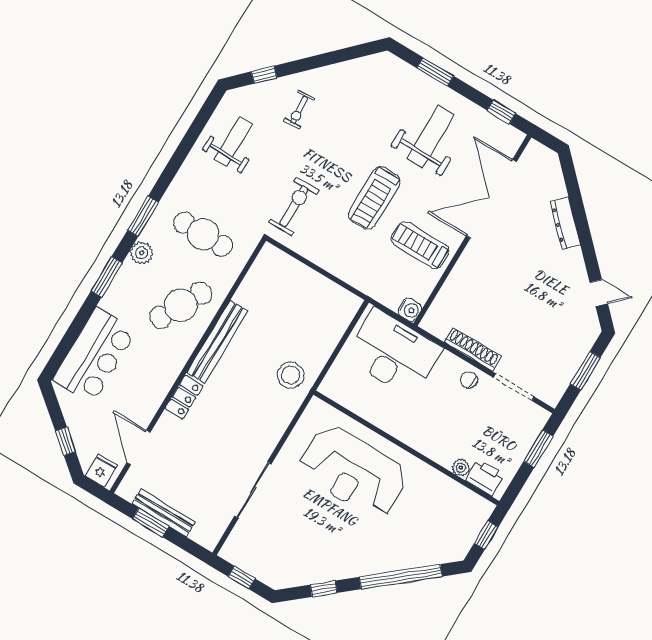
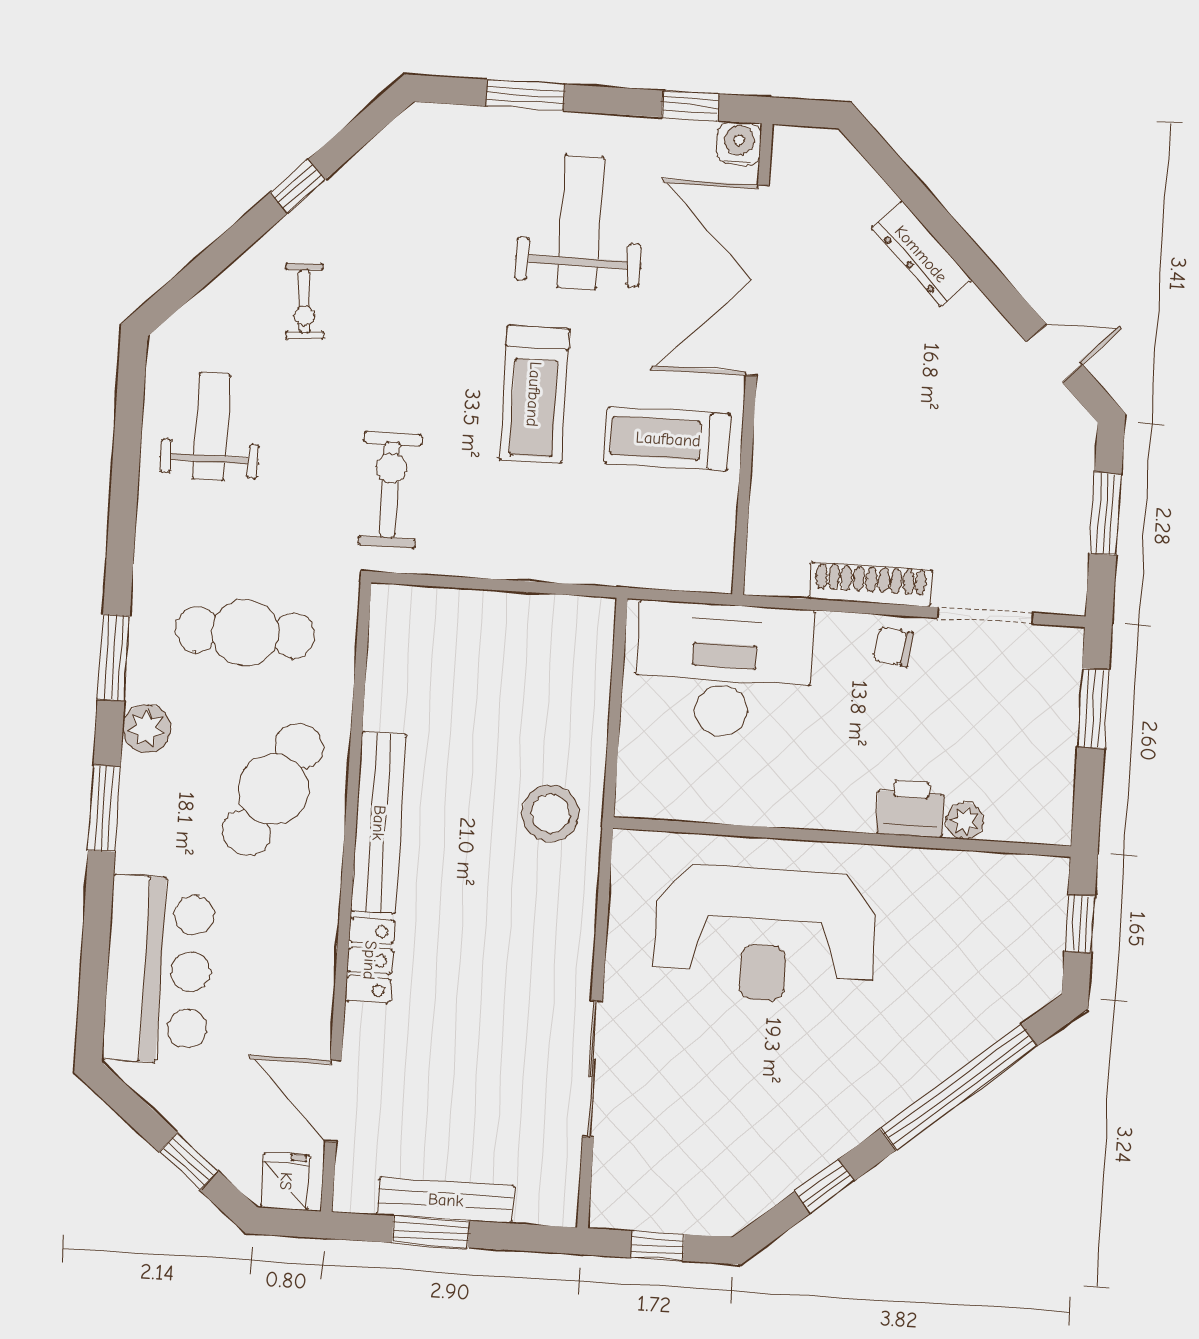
window: (264, 75) -> (298, 186), moved
water cooler: (410, 310) -> (739, 144), moved, turned -90
printer: (485, 477) -> (910, 809), moved

